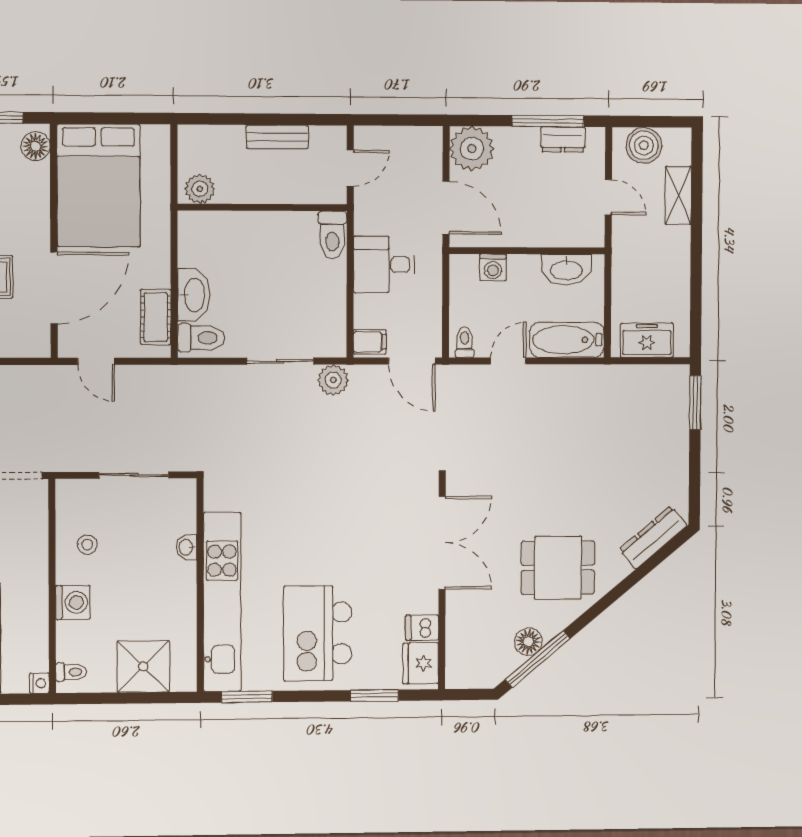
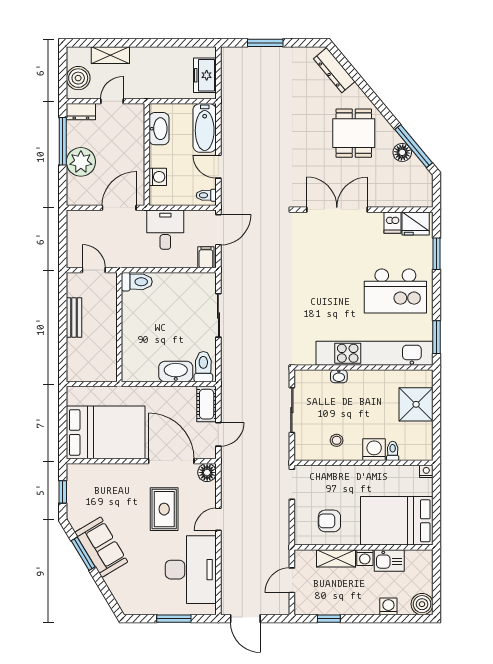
dresser: (563, 139) -> (81, 112), moved, turned 90
floor lamp: (36, 146) -> (207, 473), moved
plant: (472, 149) -> (81, 162), moved
plant: (200, 189) -> (108, 367), removed
desk: (384, 264) -> (165, 230), moved, turned 180
cot: (156, 317) -> (207, 404), moved, turned 90
plant: (333, 380) -> (231, 281), removed
window: (695, 403) -> (265, 43), moved
toilet: (71, 672) -> (393, 451), moved

